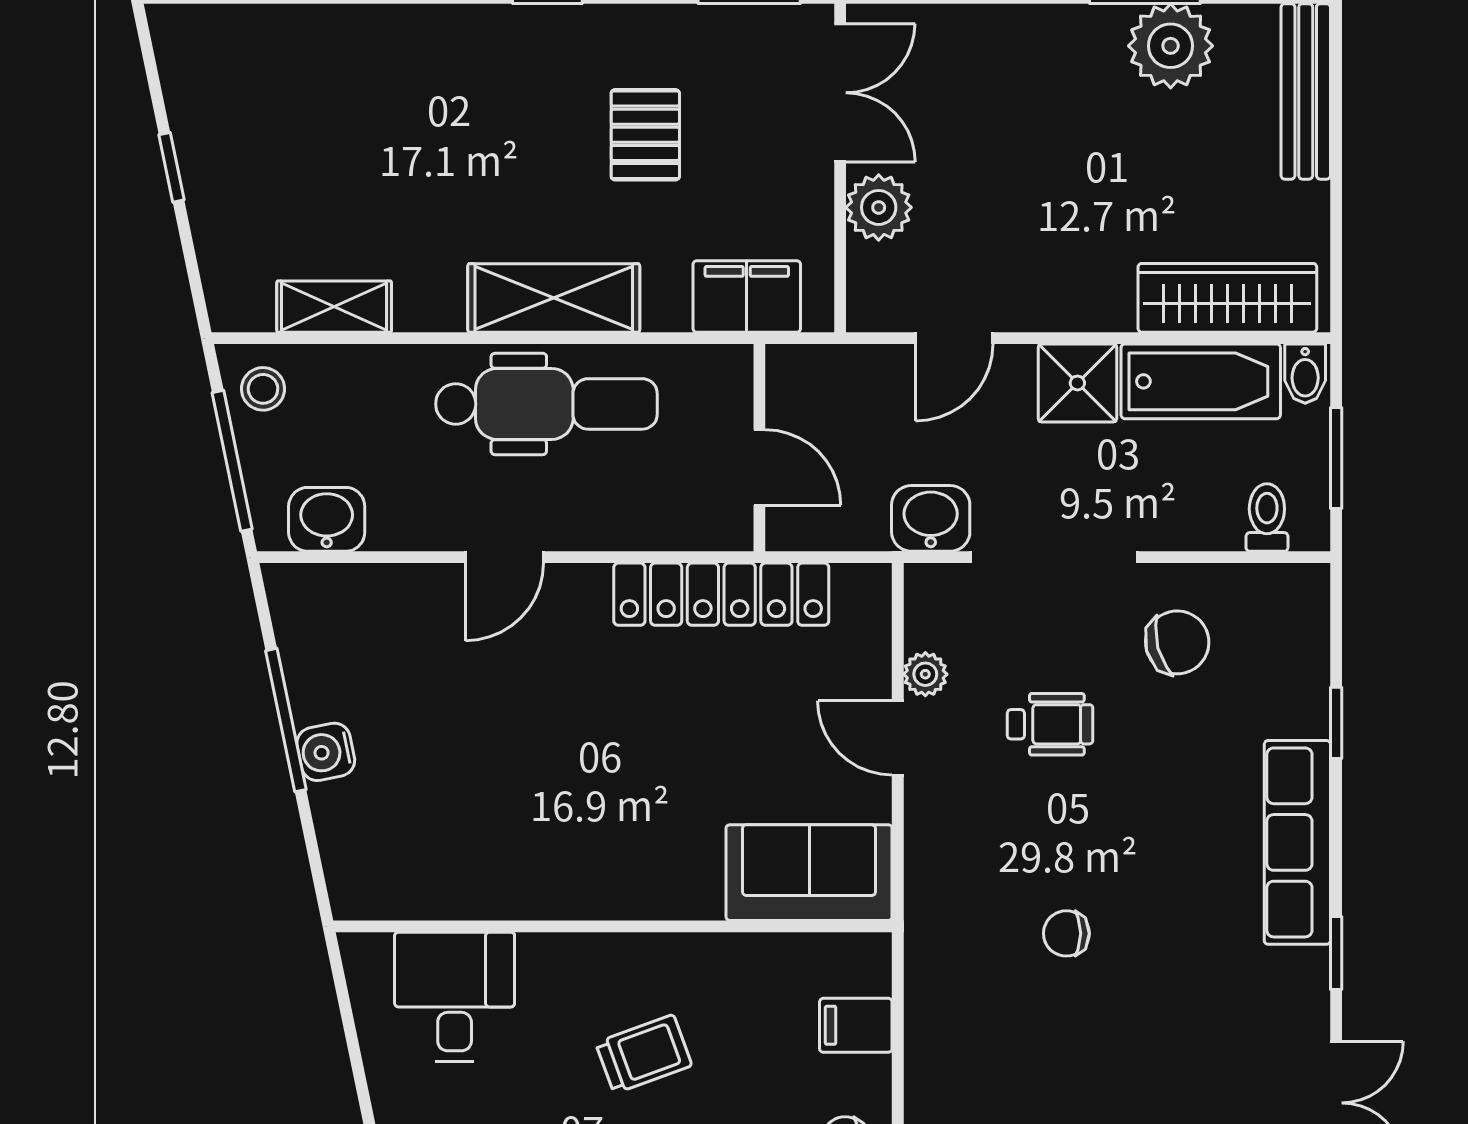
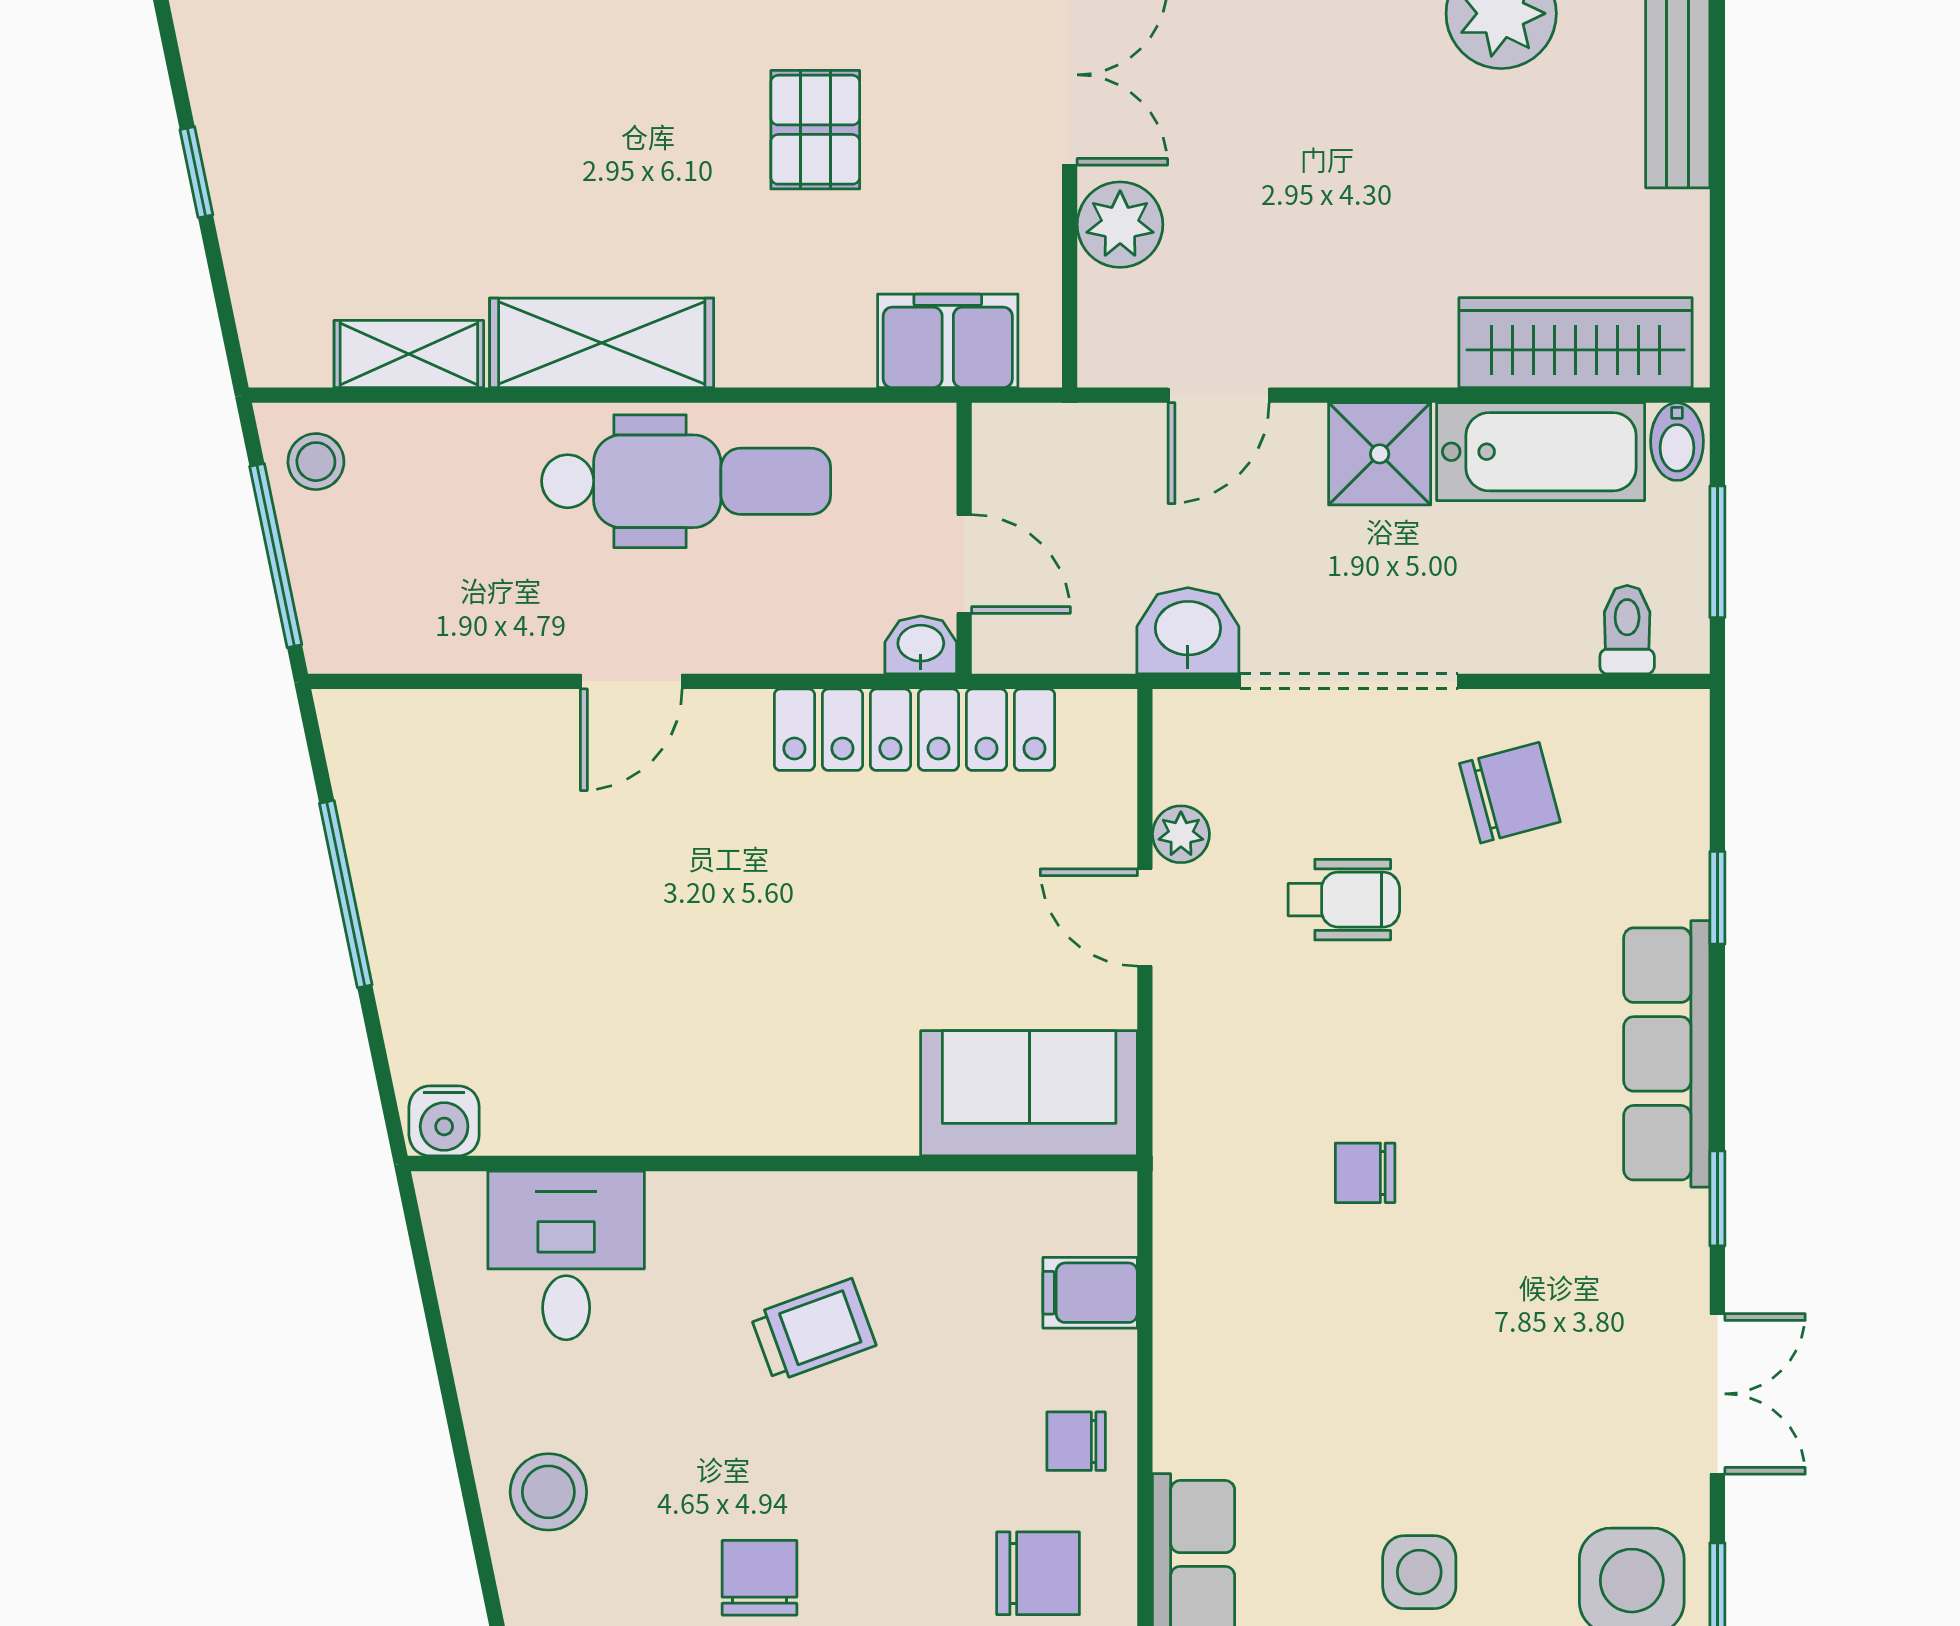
shelving: (554, 298) -> (602, 343), moved
washbasin: (327, 519) -> (921, 645), moved, width x0.72, depth x0.69
water cooler: (326, 752) -> (444, 1121), moved, turned -78

